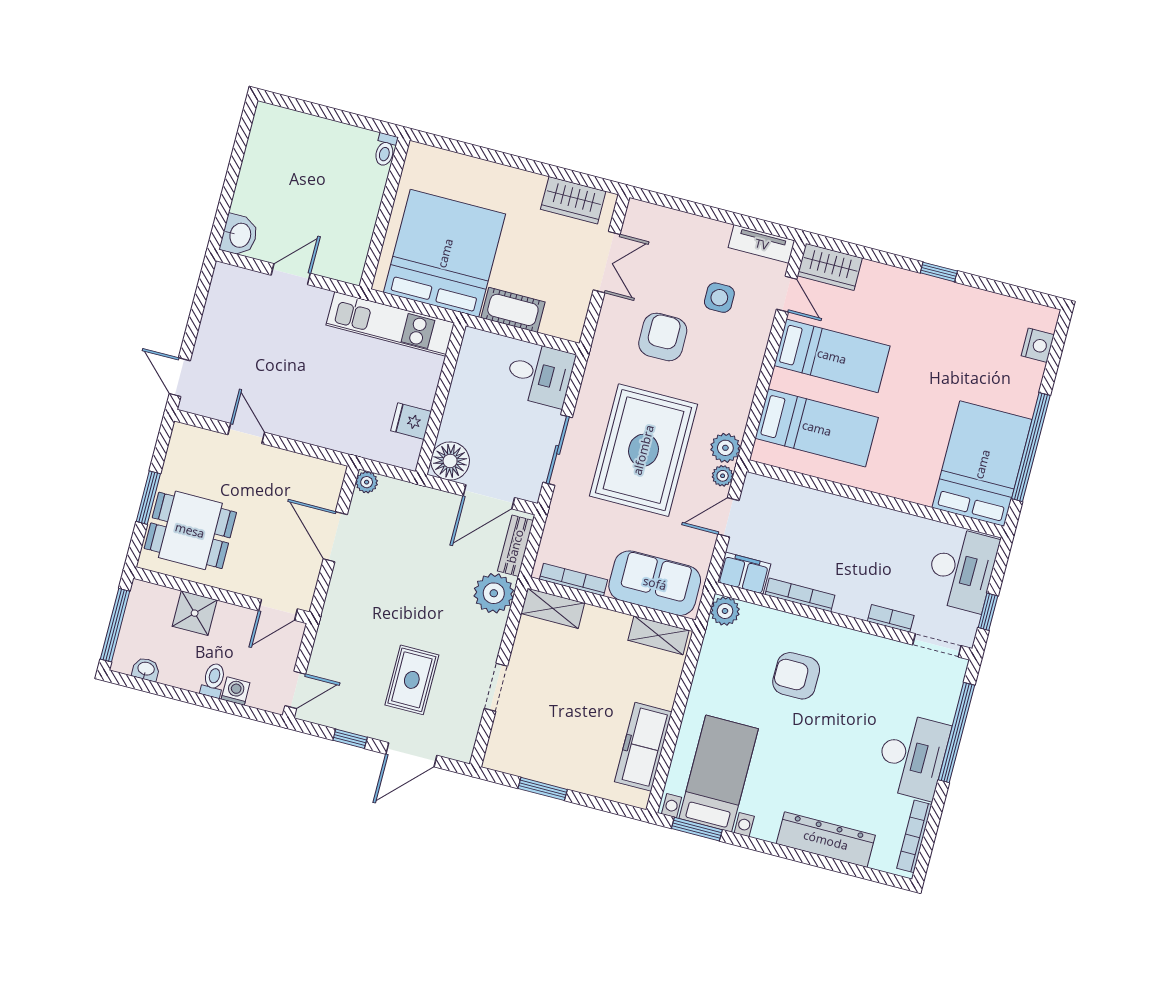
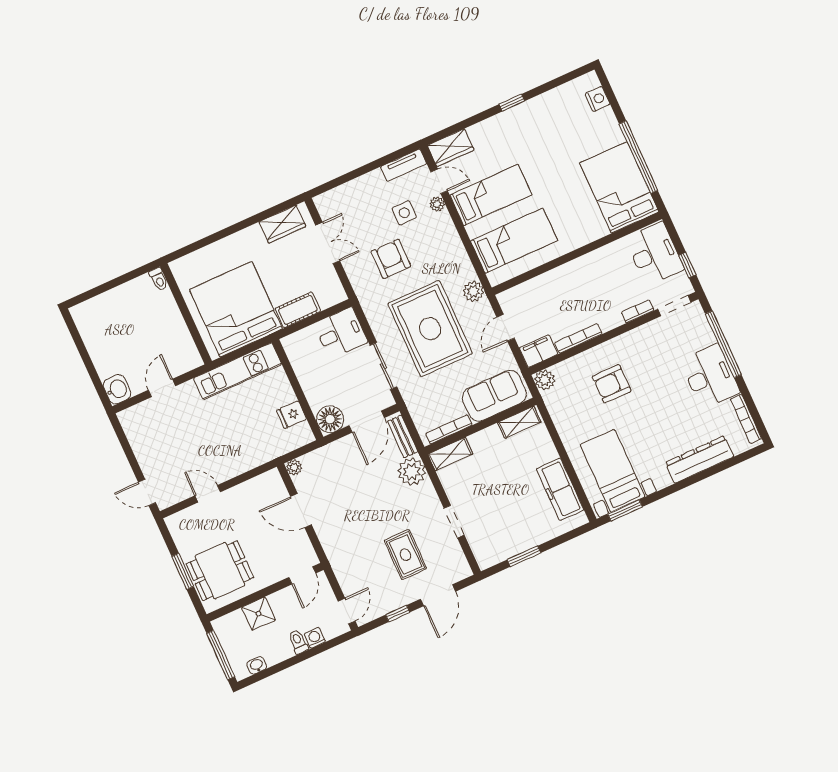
plant: (723, 476) -> (437, 204), moved

